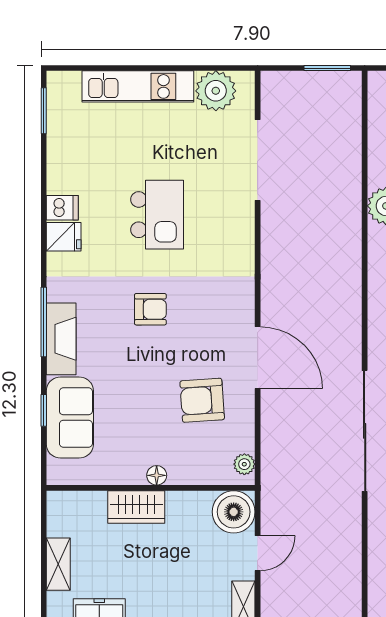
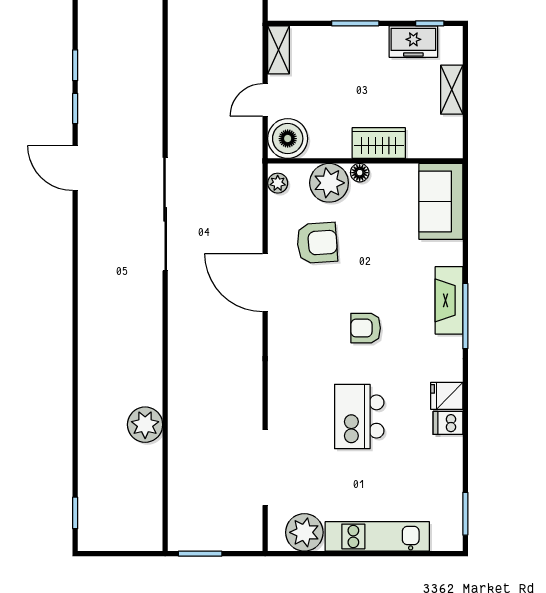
window: (44, 410) -> (465, 233), removed
sofa: (70, 418) -> (441, 201), moved
plant: (189, 464) -> (329, 183), added

